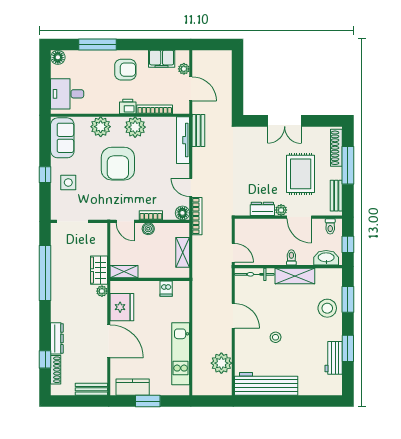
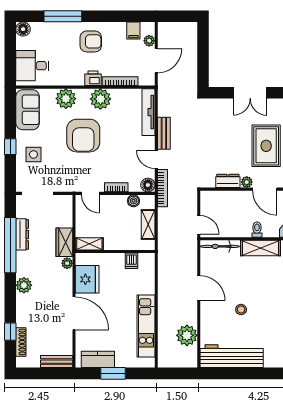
filing cabinet: (162, 59) -> (133, 31), width x0.50
door: (191, 89) -> (156, 61), hinge flipped
bench: (198, 131) -> (164, 133), moved
boiler: (148, 229) -> (133, 201), moved
plant: (59, 313) -> (24, 285), added
dresser: (57, 338) -> (22, 234), moved

